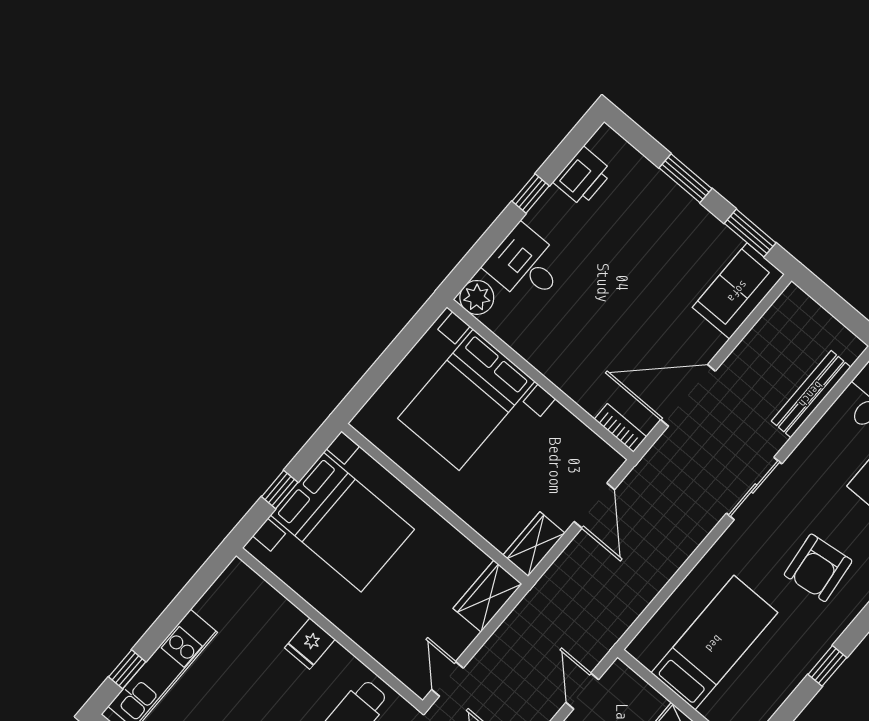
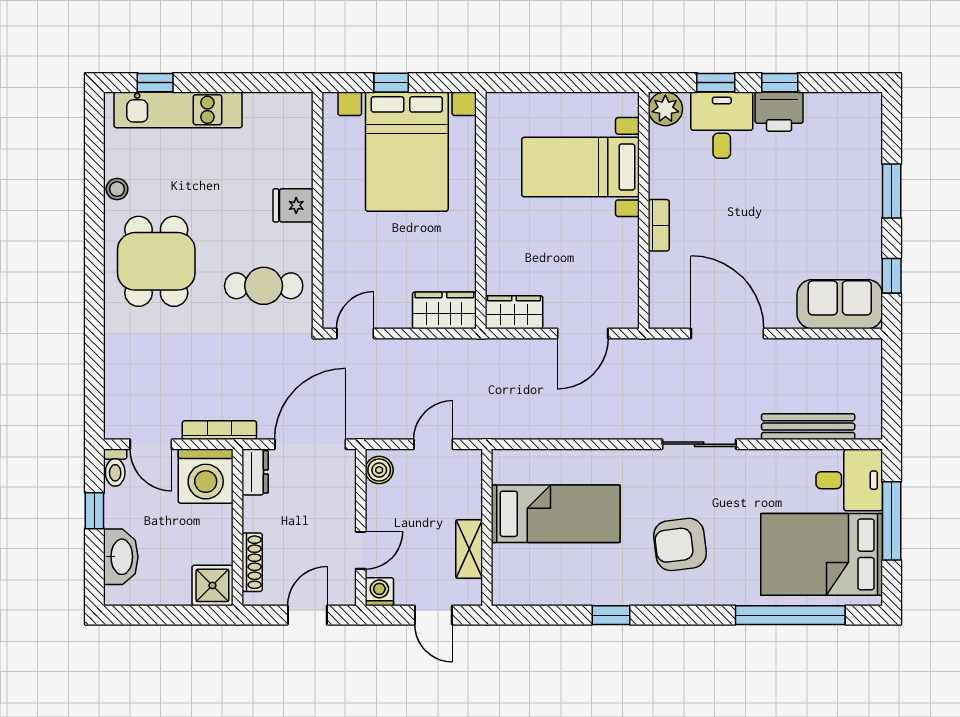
printer: (583, 177) -> (779, 112), moved
window: (750, 233) -> (892, 276), width x0.67
window: (489, 242) -> (716, 83), added
bed with nightstands: (466, 400) -> (581, 167), width x0.73
bookcase: (620, 428) -> (659, 225), moved

